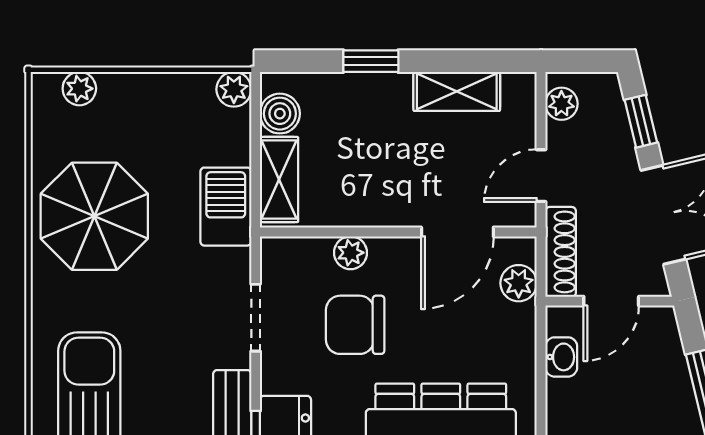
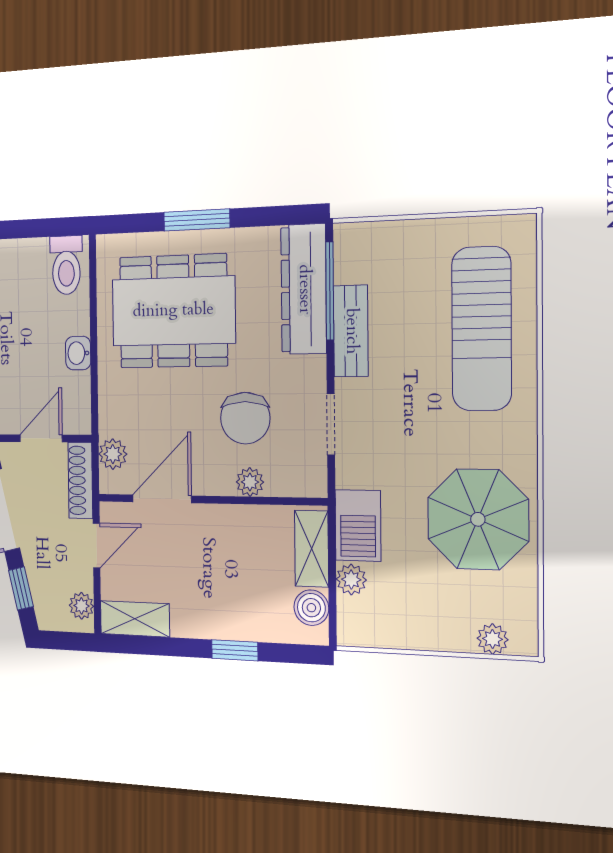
plant: (234, 89) -> (351, 580), moved
shelving: (457, 91) -> (135, 619), moved
chair: (355, 325) -> (245, 418), turned 90
washbasin: (561, 357) -> (78, 353), moved

